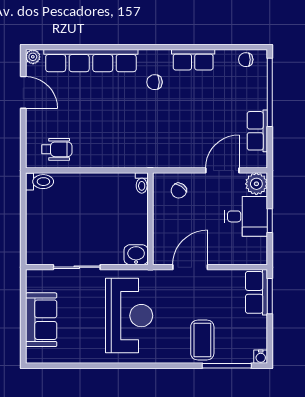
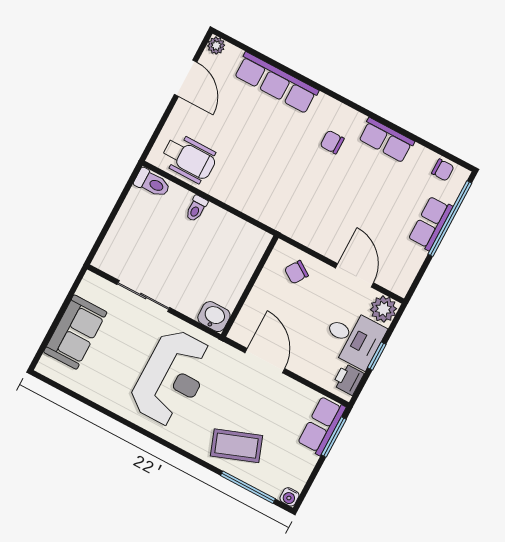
chair: (246, 60) -> (443, 170), turned 180
row of seats: (91, 61) -> (276, 83), width x0.73
row of seats: (257, 131) -> (430, 223), moved
wheelchair: (57, 149) -> (189, 158), width x1.36, depth x1.37
door: (222, 170) -> (354, 275), hinge flipped
toilet: (142, 183) -> (196, 209), moved
printer: (258, 248) -> (348, 379), added
door: (190, 267) -> (265, 361), hinge flipped
coffee table: (202, 340) -> (236, 446), turned 70

